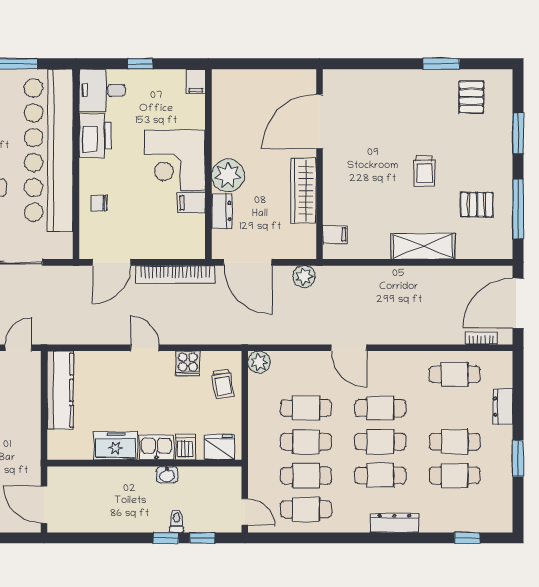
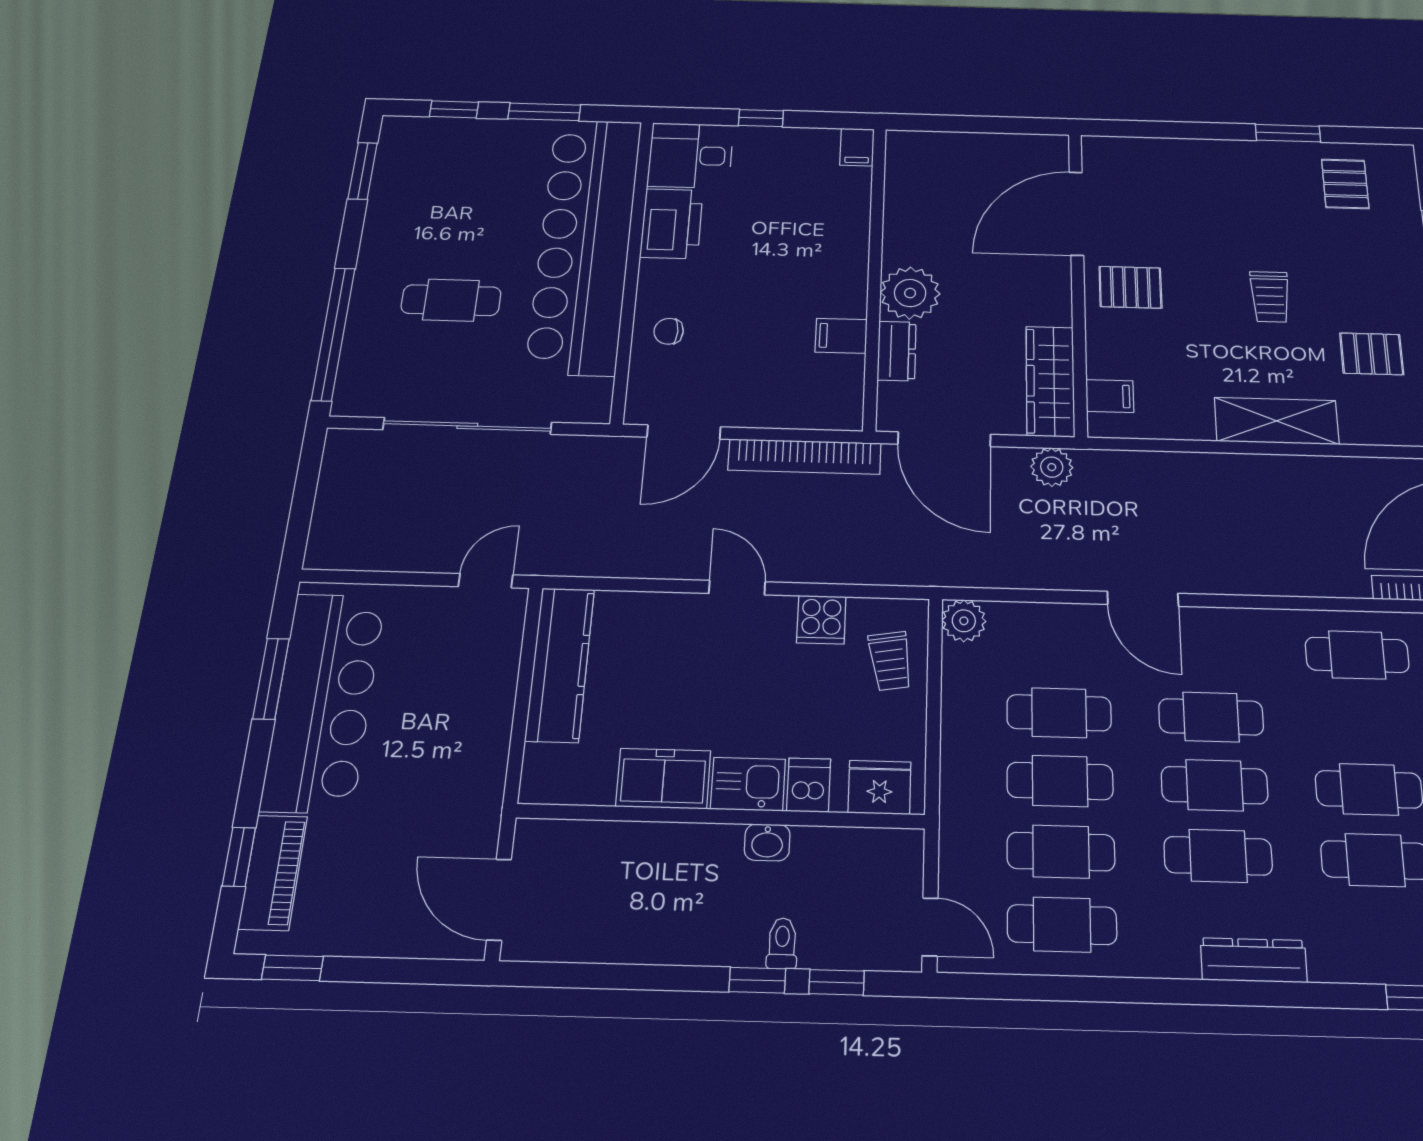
corner desk: (175, 160) -> (813, 266), removed
pallet: (348, 168) -> (1130, 287), added
wardrobe: (304, 190) -> (1050, 381), moved

